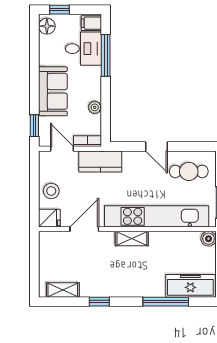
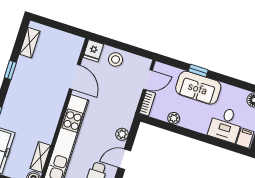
window: (106, 55) -> (214, 141), removed
window: (34, 126) -> (198, 71), moved
plant: (130, 158) -> (122, 134), added
kitchen counter: (100, 161) -> (127, 108), removed
shelving: (132, 239) -> (40, 157), moved

